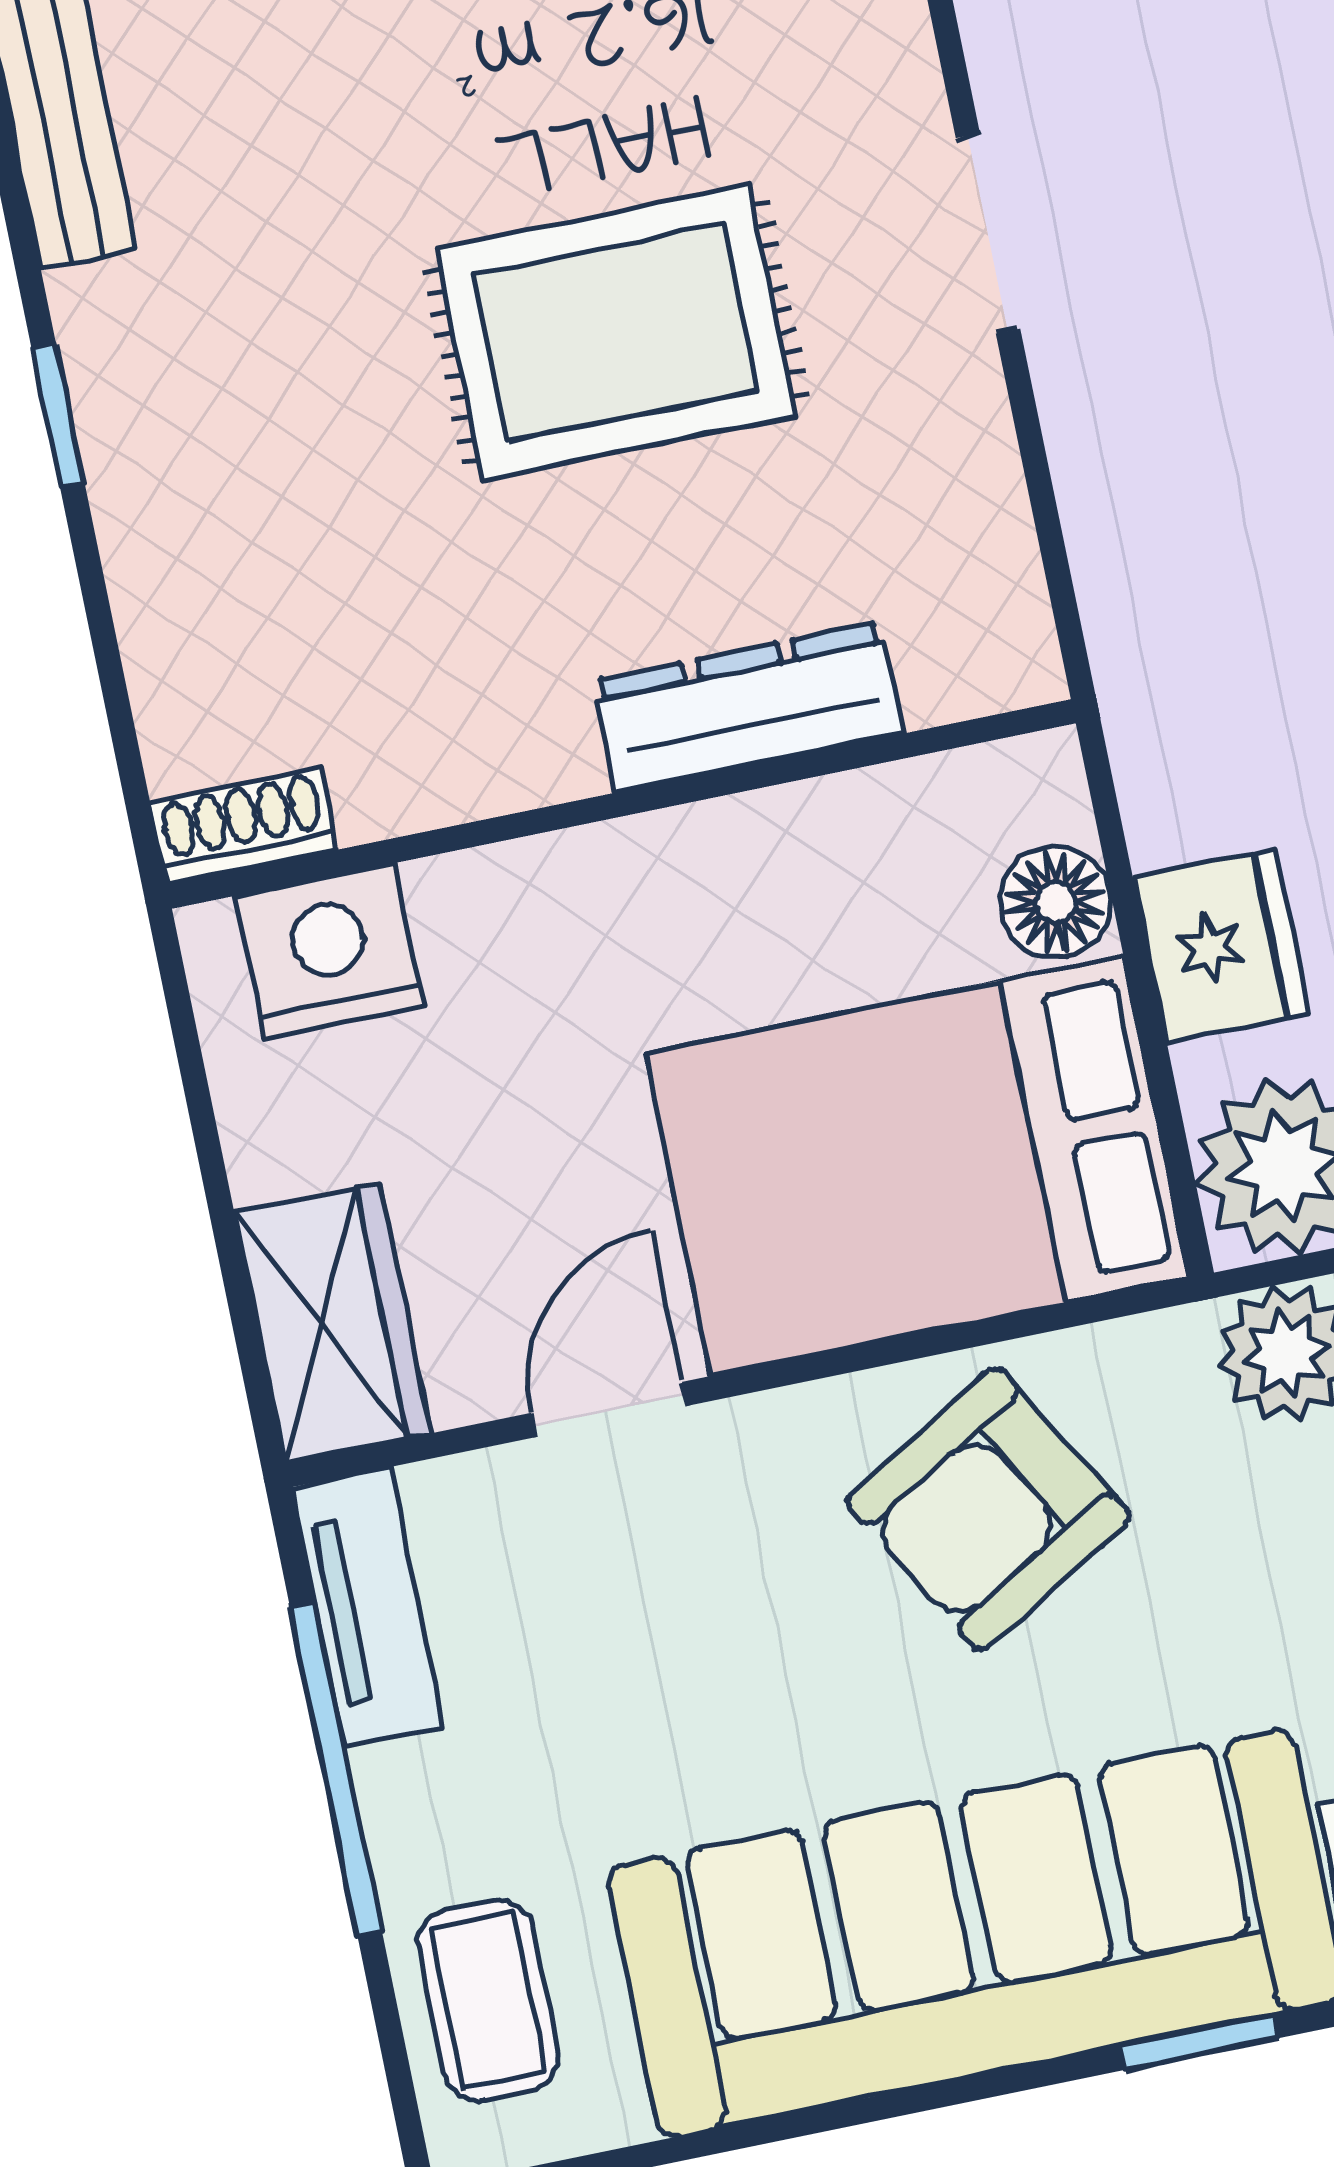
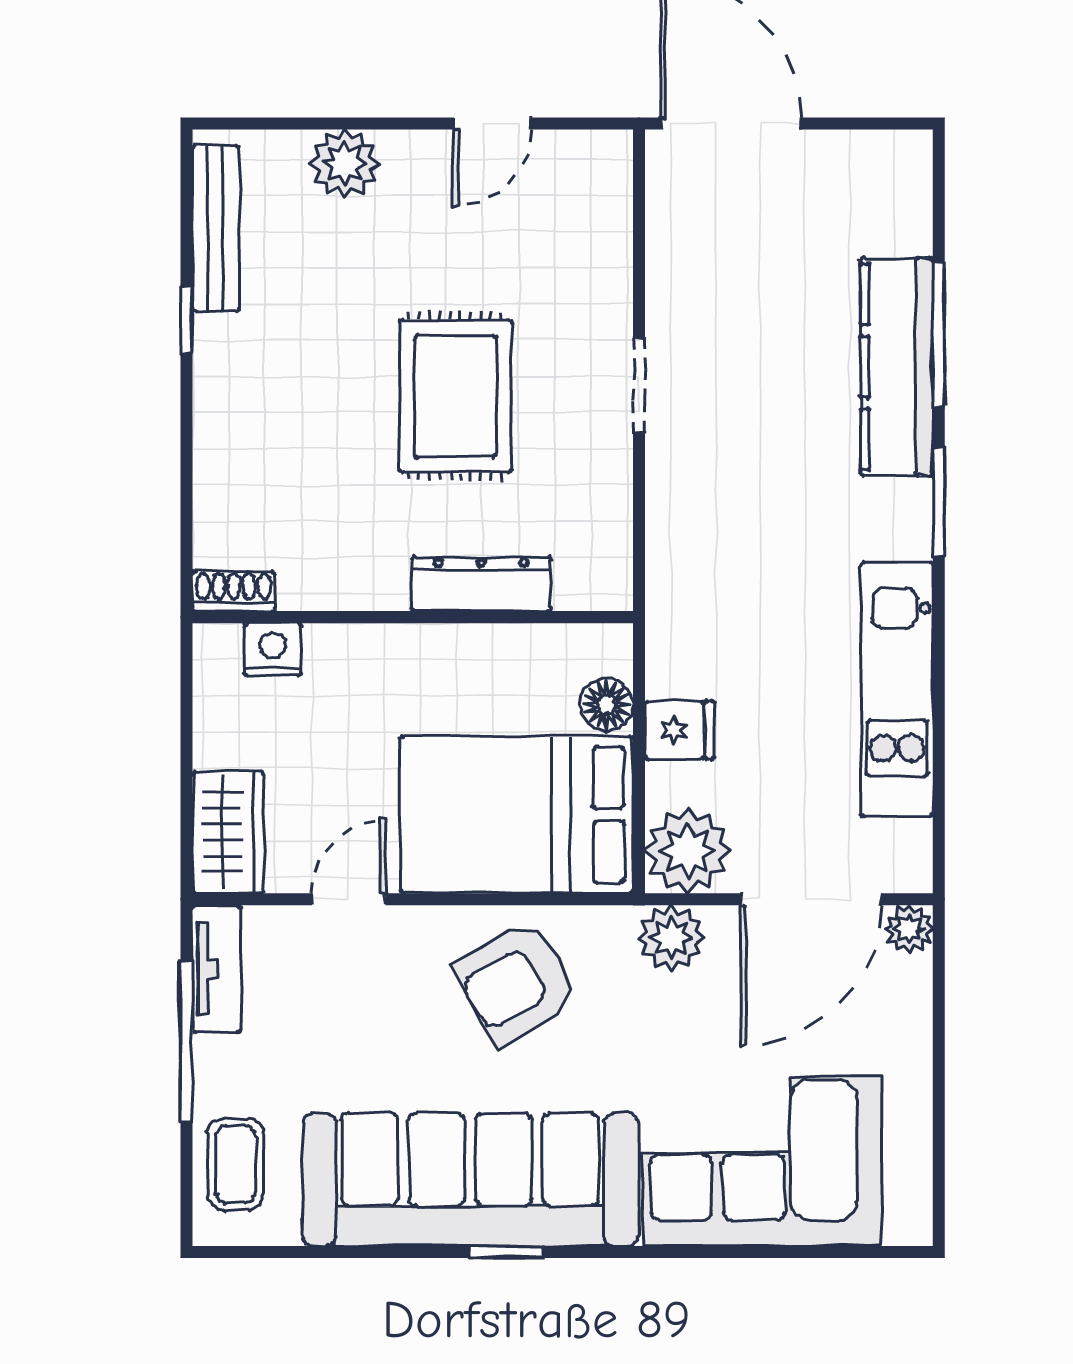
rug: (616, 333) -> (455, 396), turned 90
window: (58, 415) -> (186, 320), moved
fridge: (1221, 946) -> (680, 730), width x0.72
nightstand: (330, 951) -> (273, 649), width x0.74, depth x0.75
window: (1199, 2042) -> (507, 1252), moved

